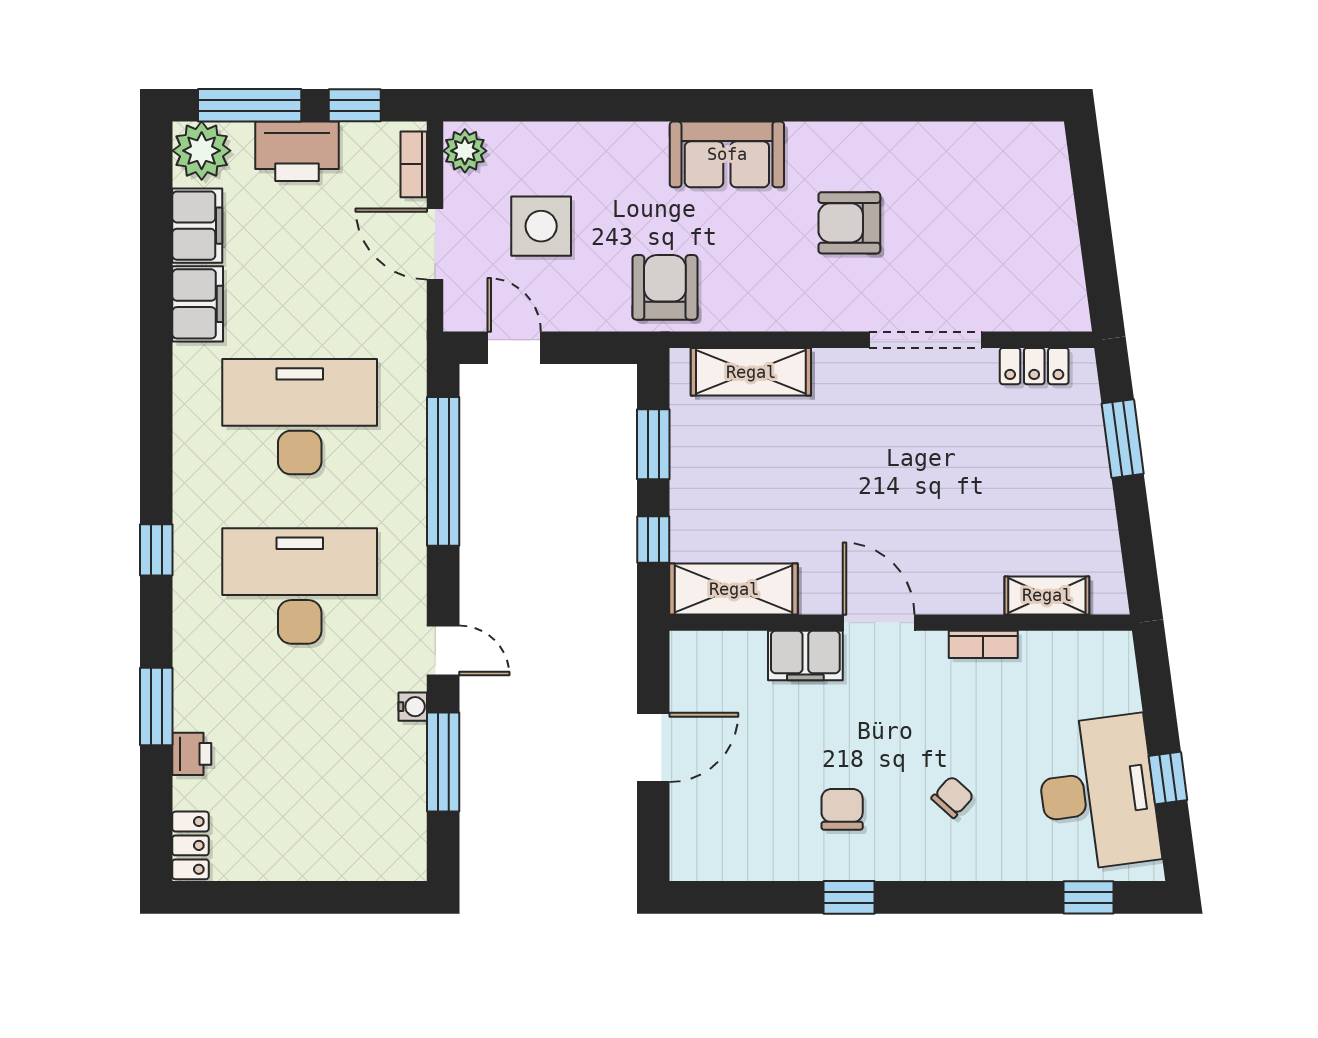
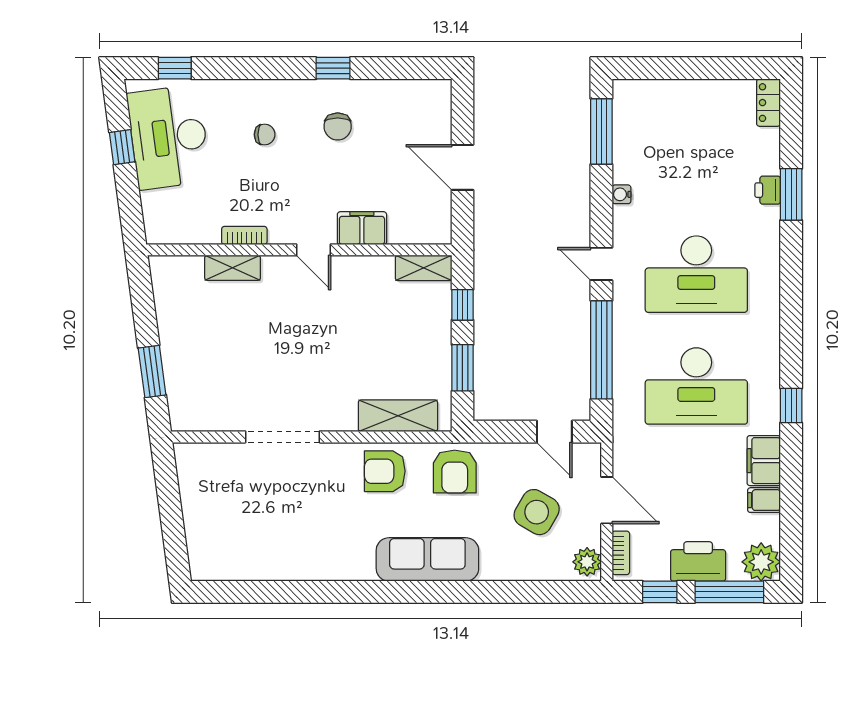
sofa: (727, 154) -> (427, 559), width x1.36
armchair: (849, 223) -> (385, 471), moved, turned 180
filing cabinet: (197, 226) -> (764, 500), width x0.50
side table: (541, 226) -> (537, 512), turned 30
locker: (1034, 366) -> (211, 420), removed
window: (156, 550) -> (791, 405), moved
shelving: (734, 589) -> (424, 268), width x0.67, depth x0.75
shelving: (1047, 595) -> (233, 268), moved
door: (879, 623) -> (313, 250), width x0.73
door: (443, 650) -> (601, 264), moved
door: (653, 747) -> (462, 167), hinge flipped
printer: (192, 754) -> (768, 190), moved
window: (443, 762) -> (601, 131), moved
chair: (953, 797) -> (265, 135), turned -132

